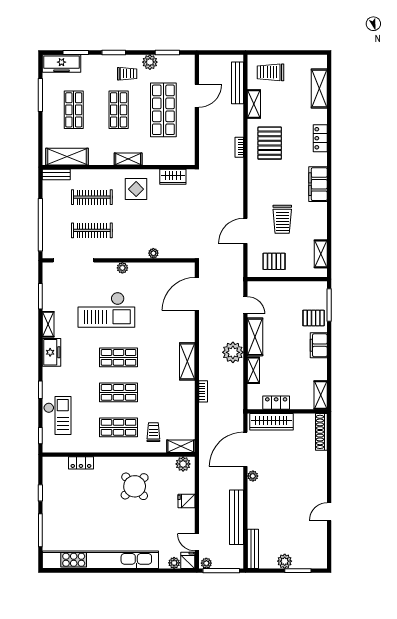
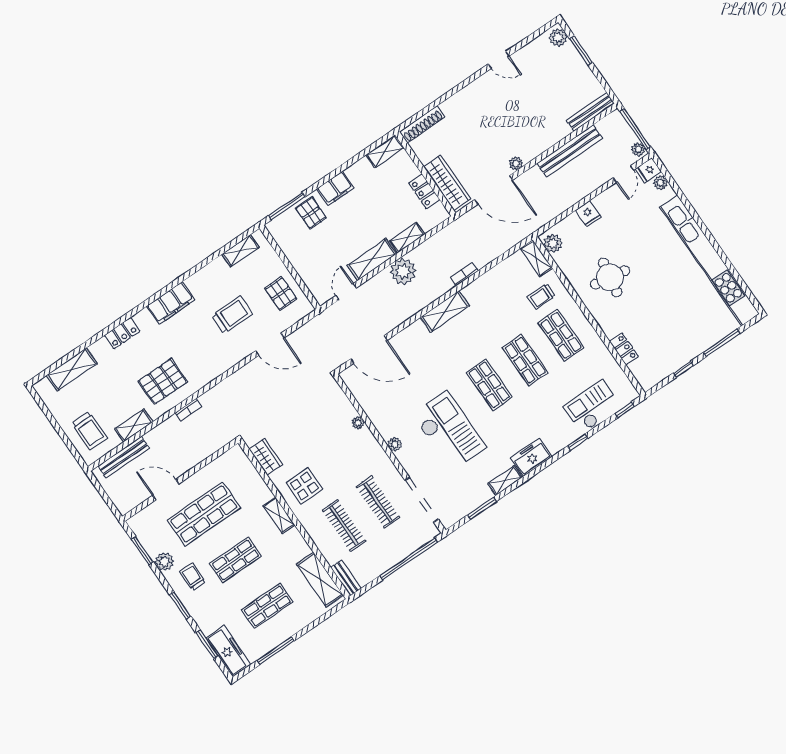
round table: (135, 486) -> (610, 277), turned -37
plant: (285, 561) -> (558, 38), moved

